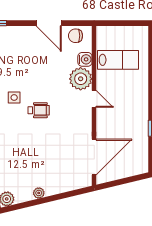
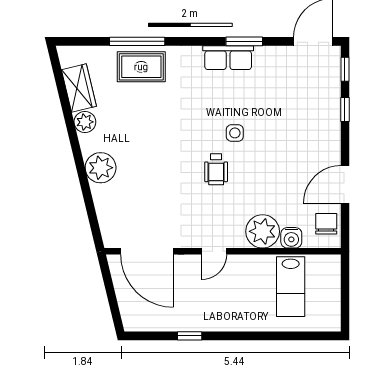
door: (94, 99) -> (214, 251), moved
plant: (39, 193) -> (101, 168), width x1.88, depth x1.88

